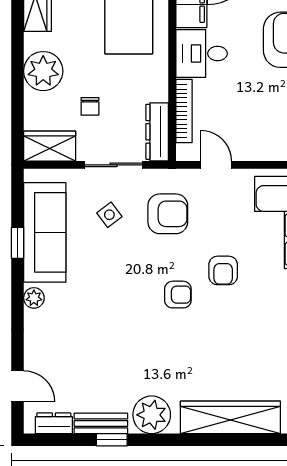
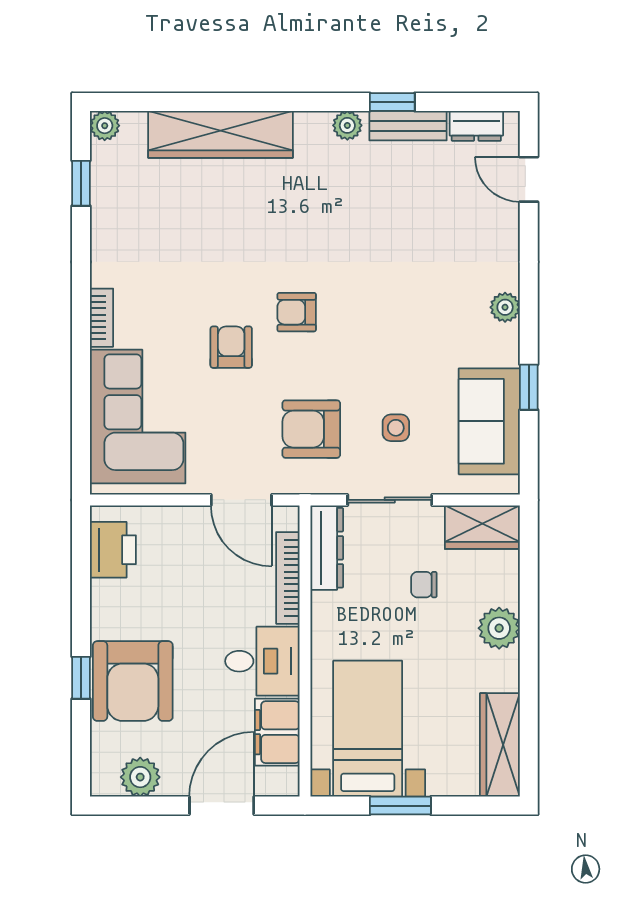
plant: (43, 71) -> (499, 628), width x0.73, depth x0.73
chair: (90, 106) -> (424, 585), turned -90
door: (216, 165) -> (241, 500), width x1.38
side table: (109, 215) -> (396, 428), turned 37
sofa: (45, 232) -> (489, 421), width x0.73
plant: (152, 415) -> (347, 125), width x0.53, depth x0.53

